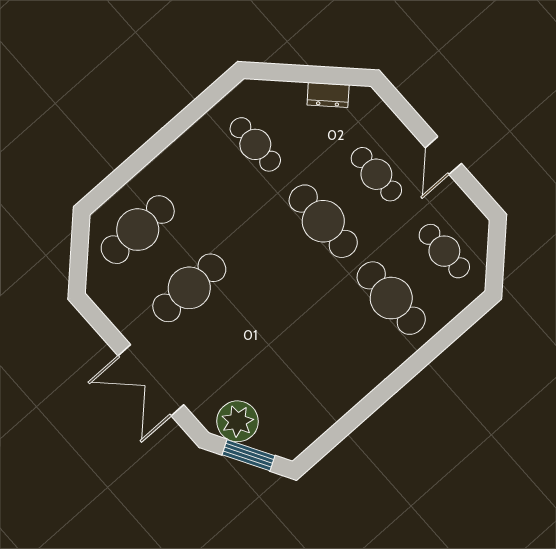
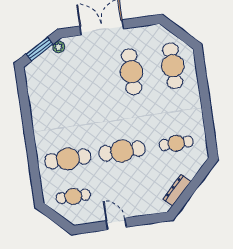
dresser: (328, 95) -> (177, 190), width x1.44
cafe table: (376, 174) -> (127, 189), removed
plant: (238, 421) -> (59, 47), width x0.53, depth x0.53

